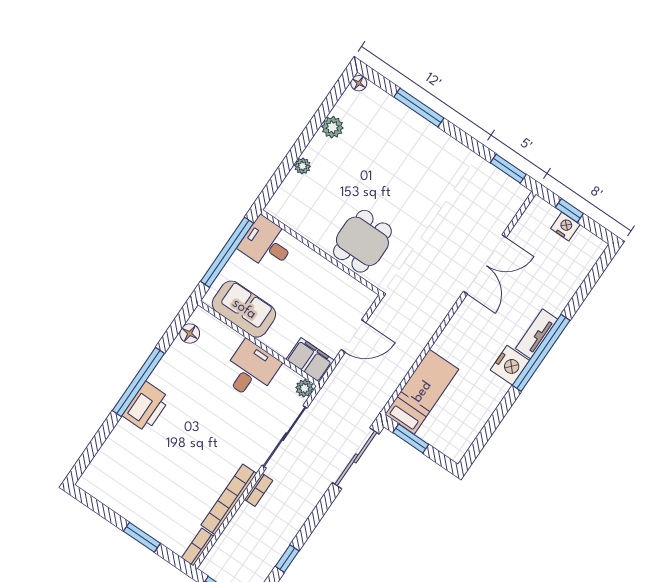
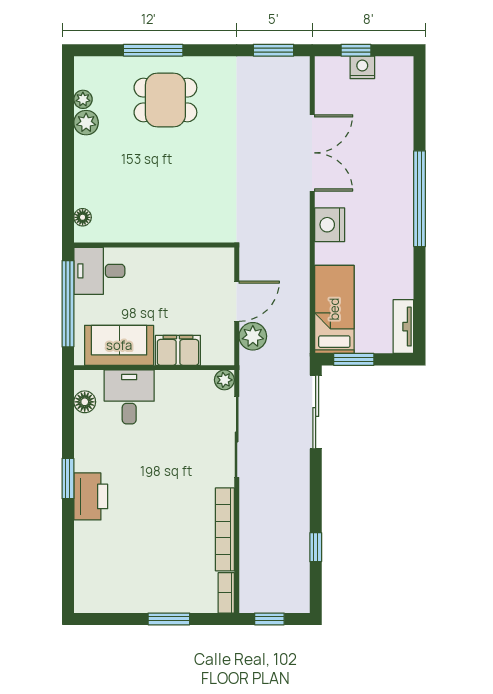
floor lamp: (359, 83) -> (83, 217), moved
plant: (303, 166) -> (83, 99), moved
dining table: (362, 241) -> (165, 100), moved, turned 90
tv unit: (537, 334) -> (403, 327), moved
filing cabinet: (310, 360) -> (178, 350), moved
nightstand: (510, 365) -> (330, 225), moved, turned 180
desk: (251, 370) -> (129, 397), moved
plant: (348, 370) -> (253, 336), added
window: (138, 382) -> (68, 479), width x0.47
bookcase: (258, 490) -> (246, 502), removed

